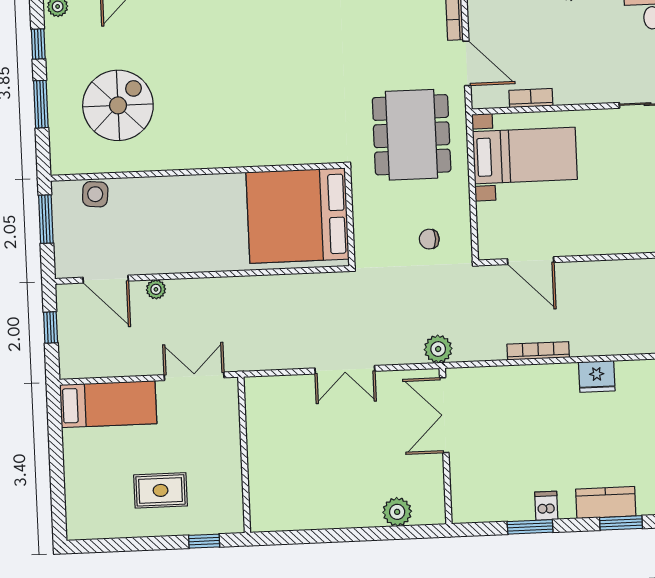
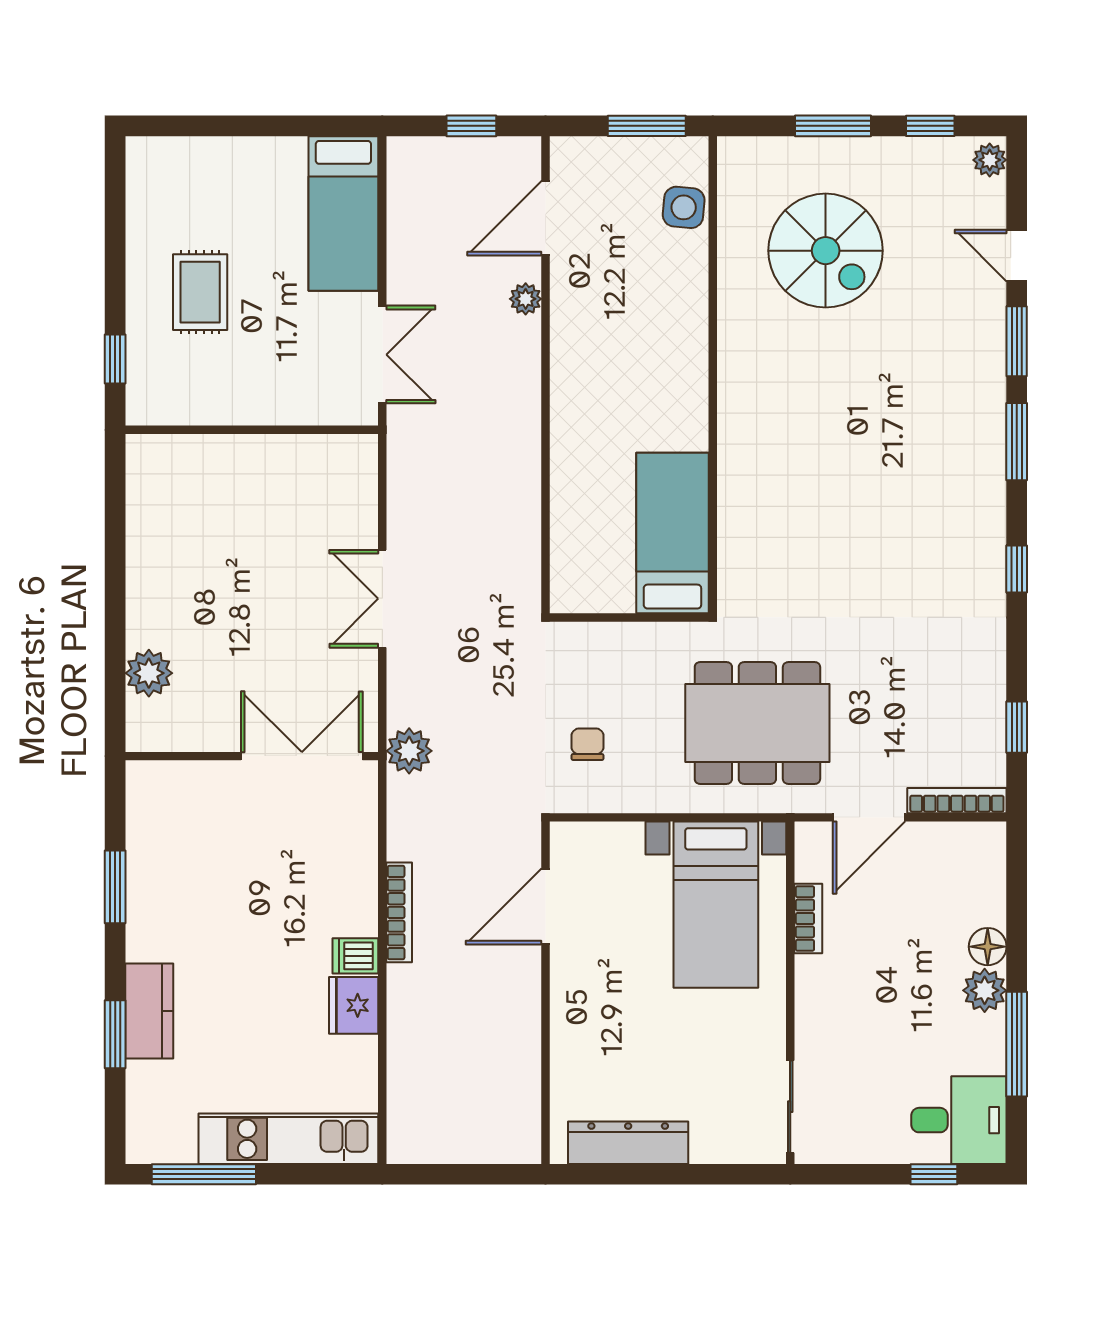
bed: (298, 216) -> (672, 533), width x0.49
dishwasher: (546, 506) -> (355, 956), moved, turned 180

